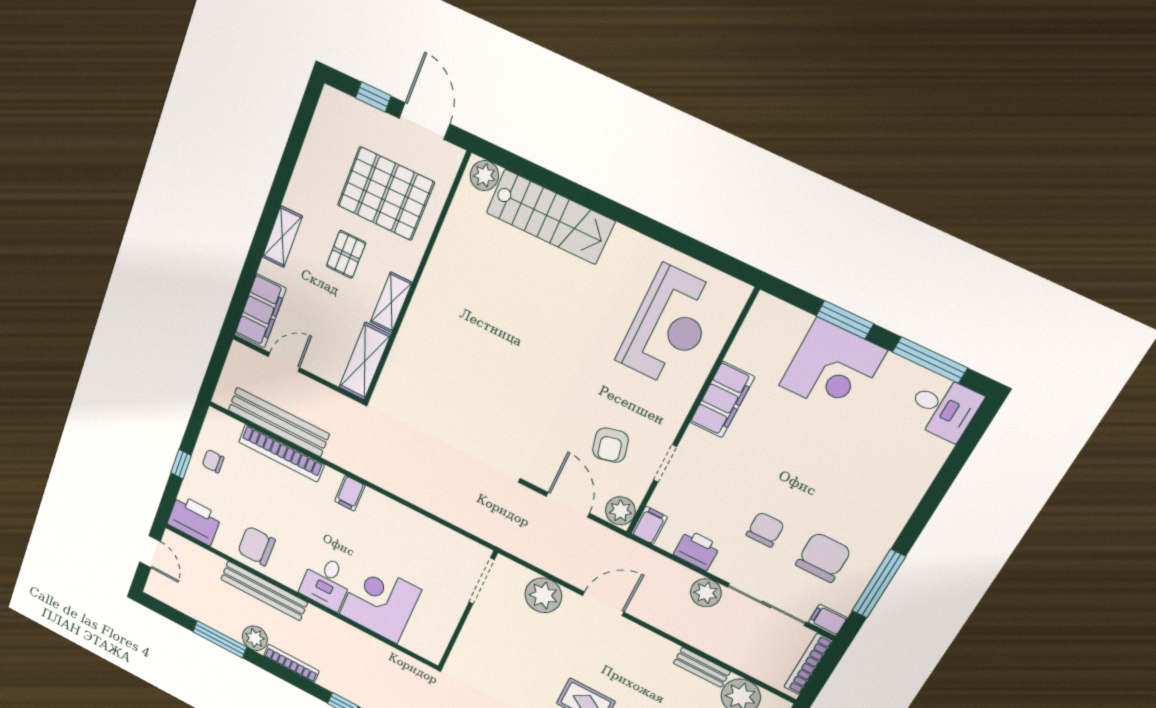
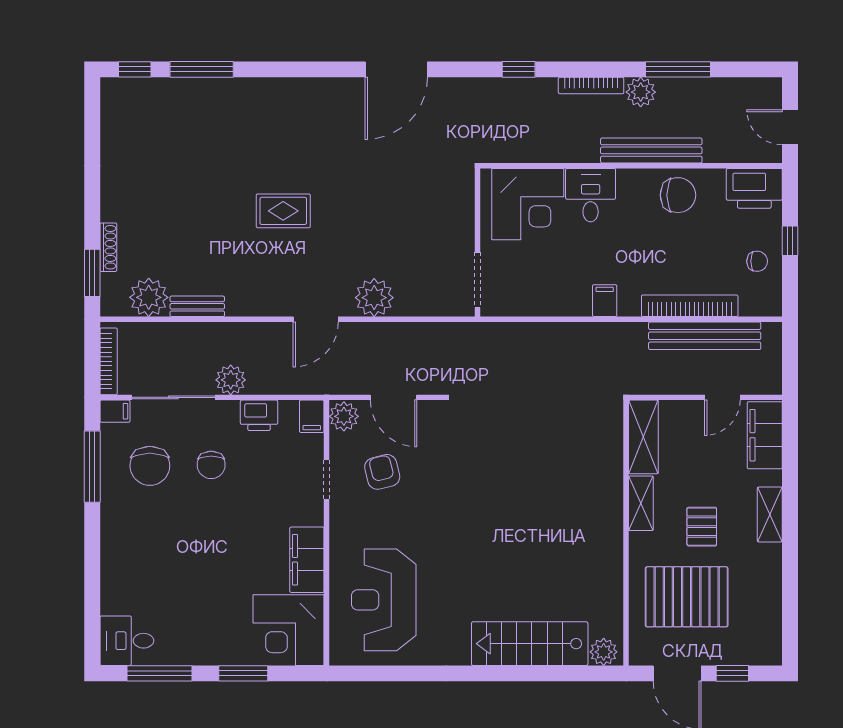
corner desk: (833, 368) -> (289, 630), moved, turned -90
doorway: (482, 581) -> (478, 280), moved
wall: (467, 611) -> (478, 242), moved

